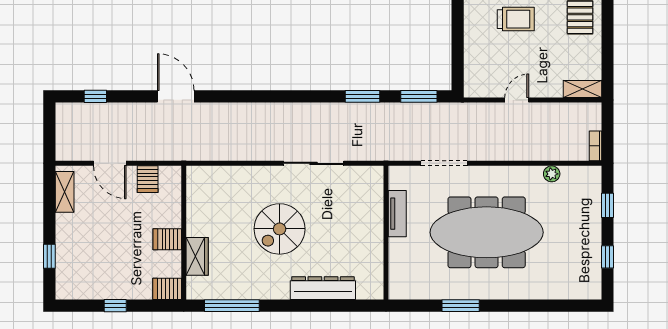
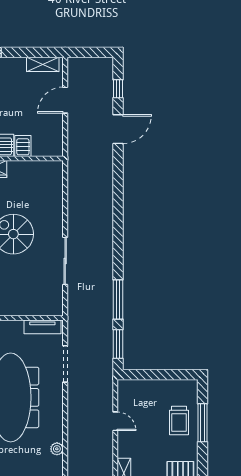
door: (176, 96) -> (118, 129), moved
window: (362, 96) -> (118, 299), width x1.44
server rack: (148, 179) -> (23, 146), moved, turned 90
tv unit: (397, 214) -> (42, 327), moved

